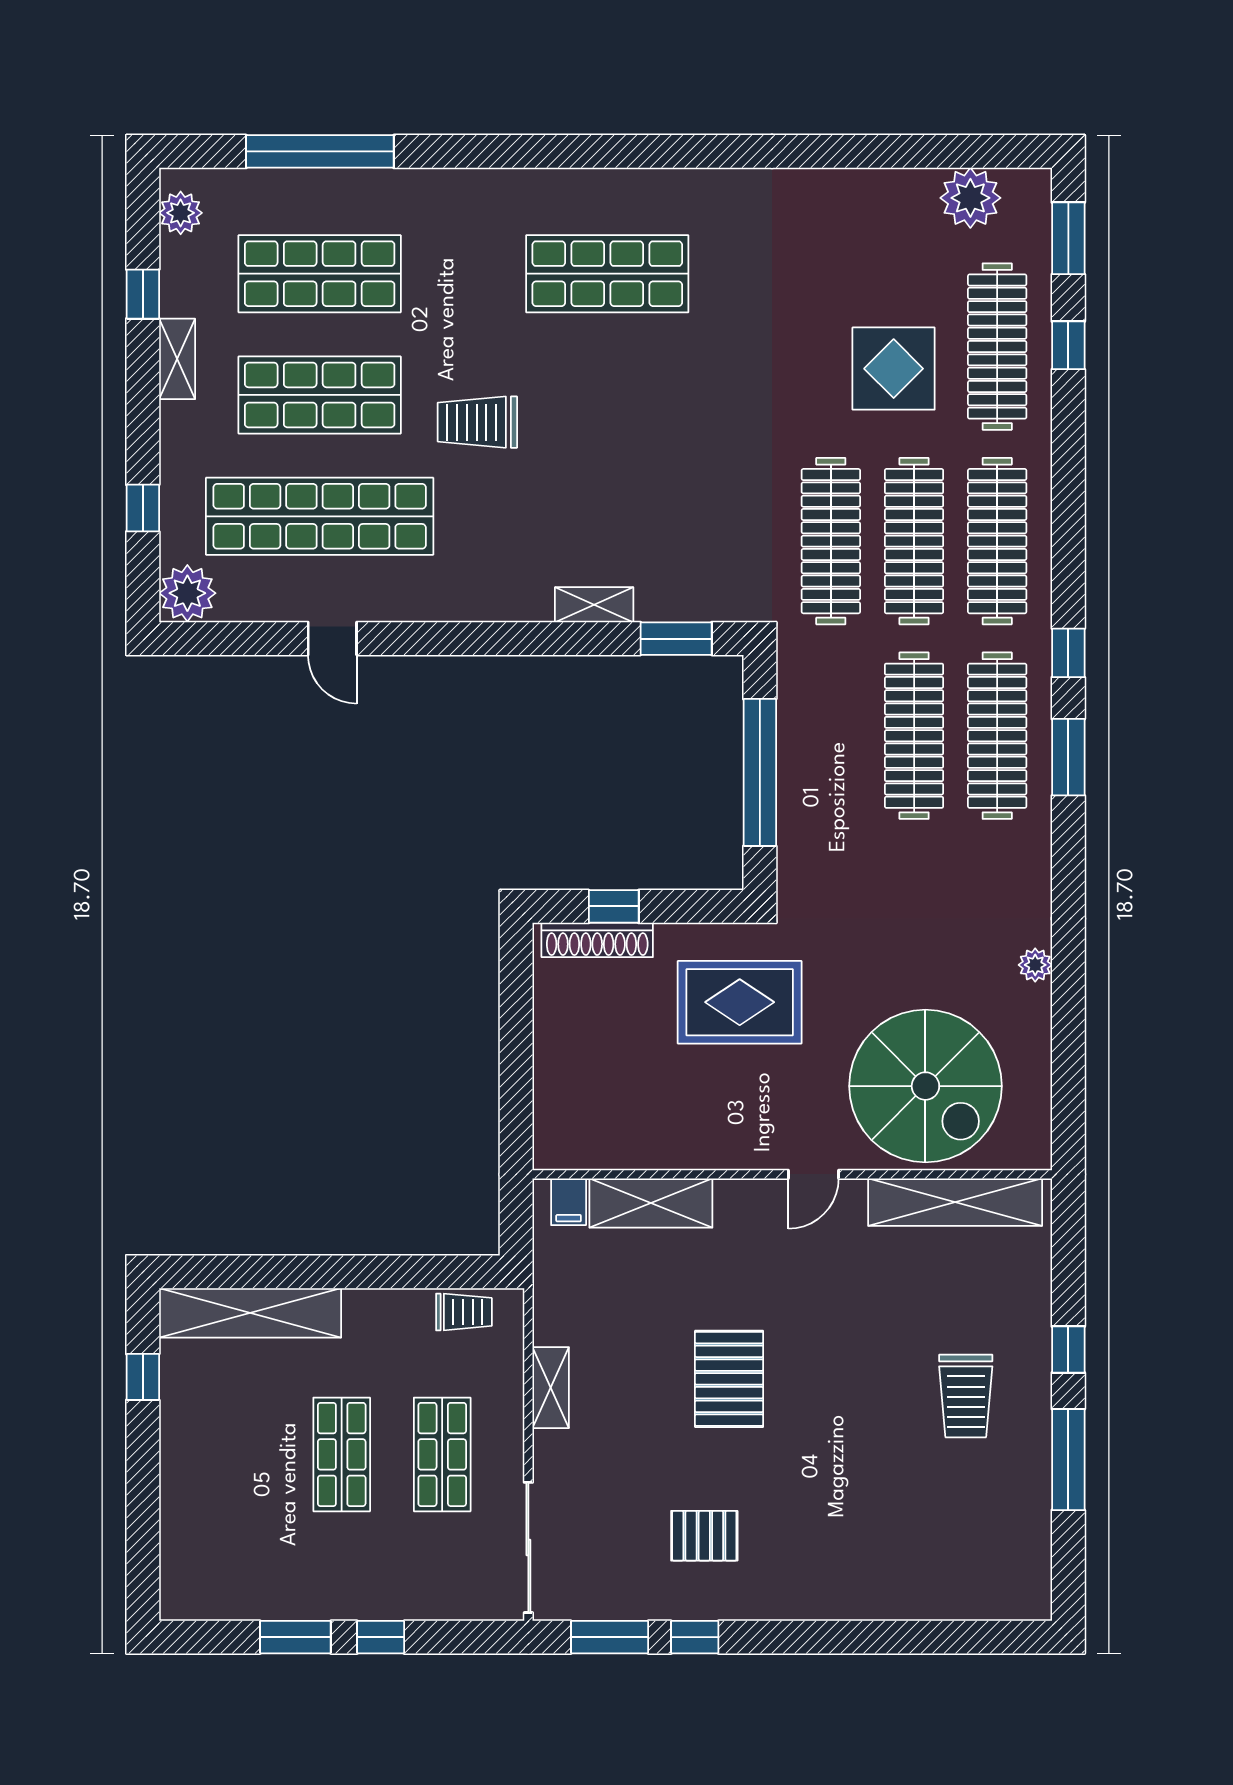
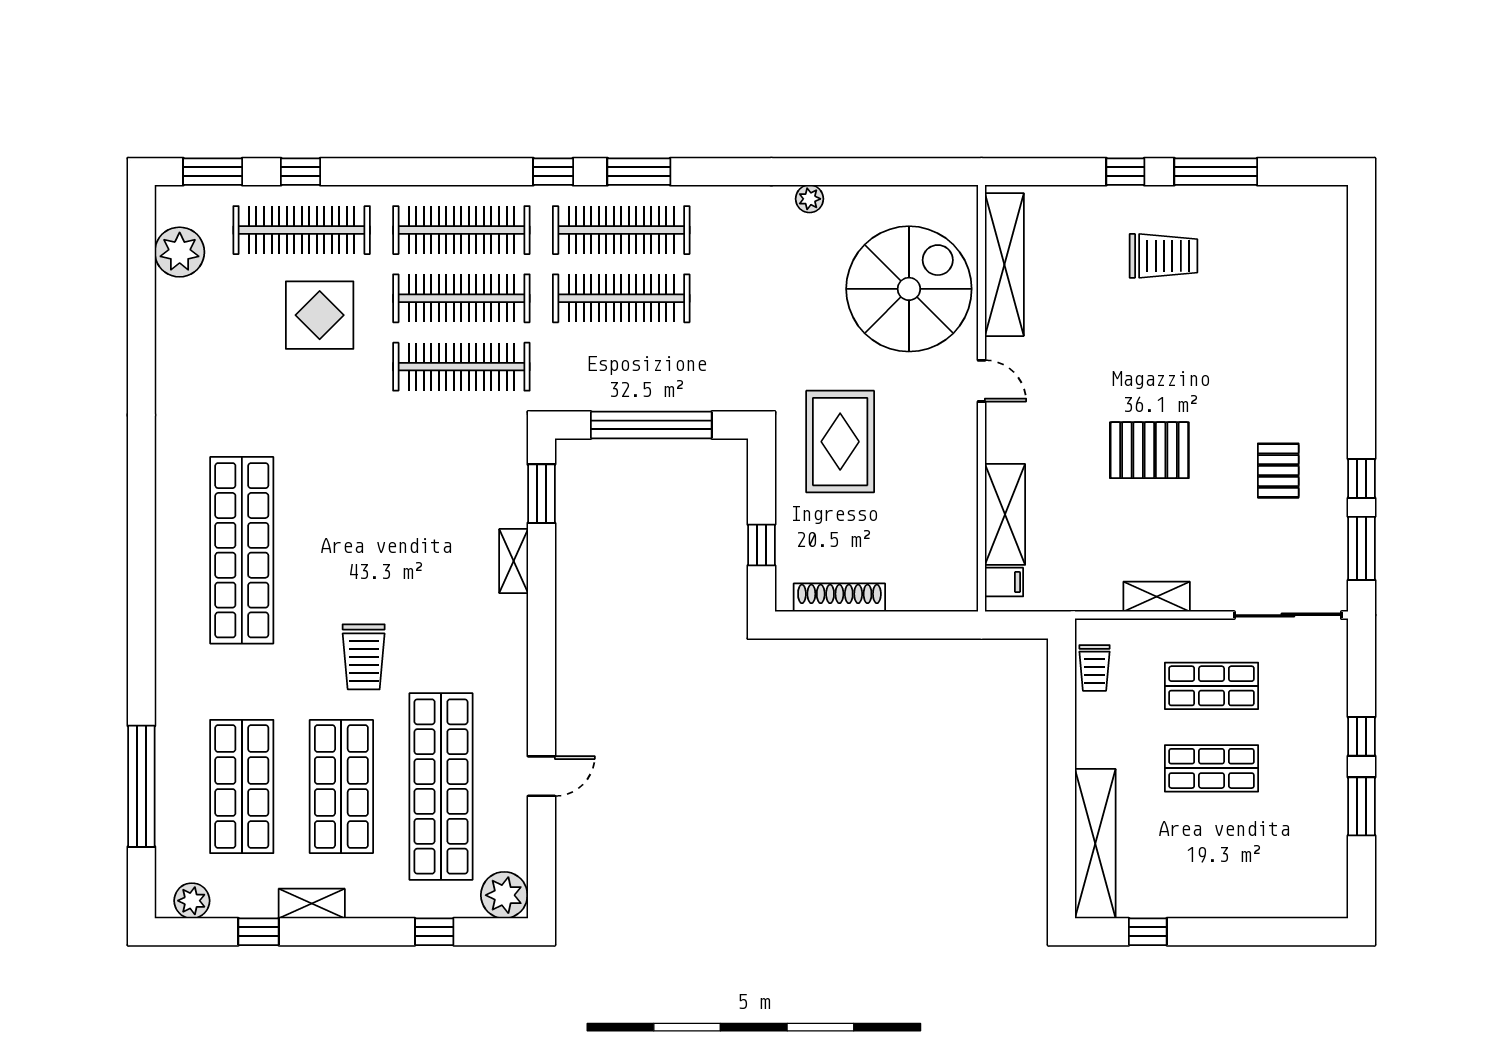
shop shelf: (607, 274) -> (242, 550), width x1.40
shoe rack: (597, 940) -> (839, 598), moved, turned -90
trolley: (464, 1312) -> (1094, 668), turned 180

